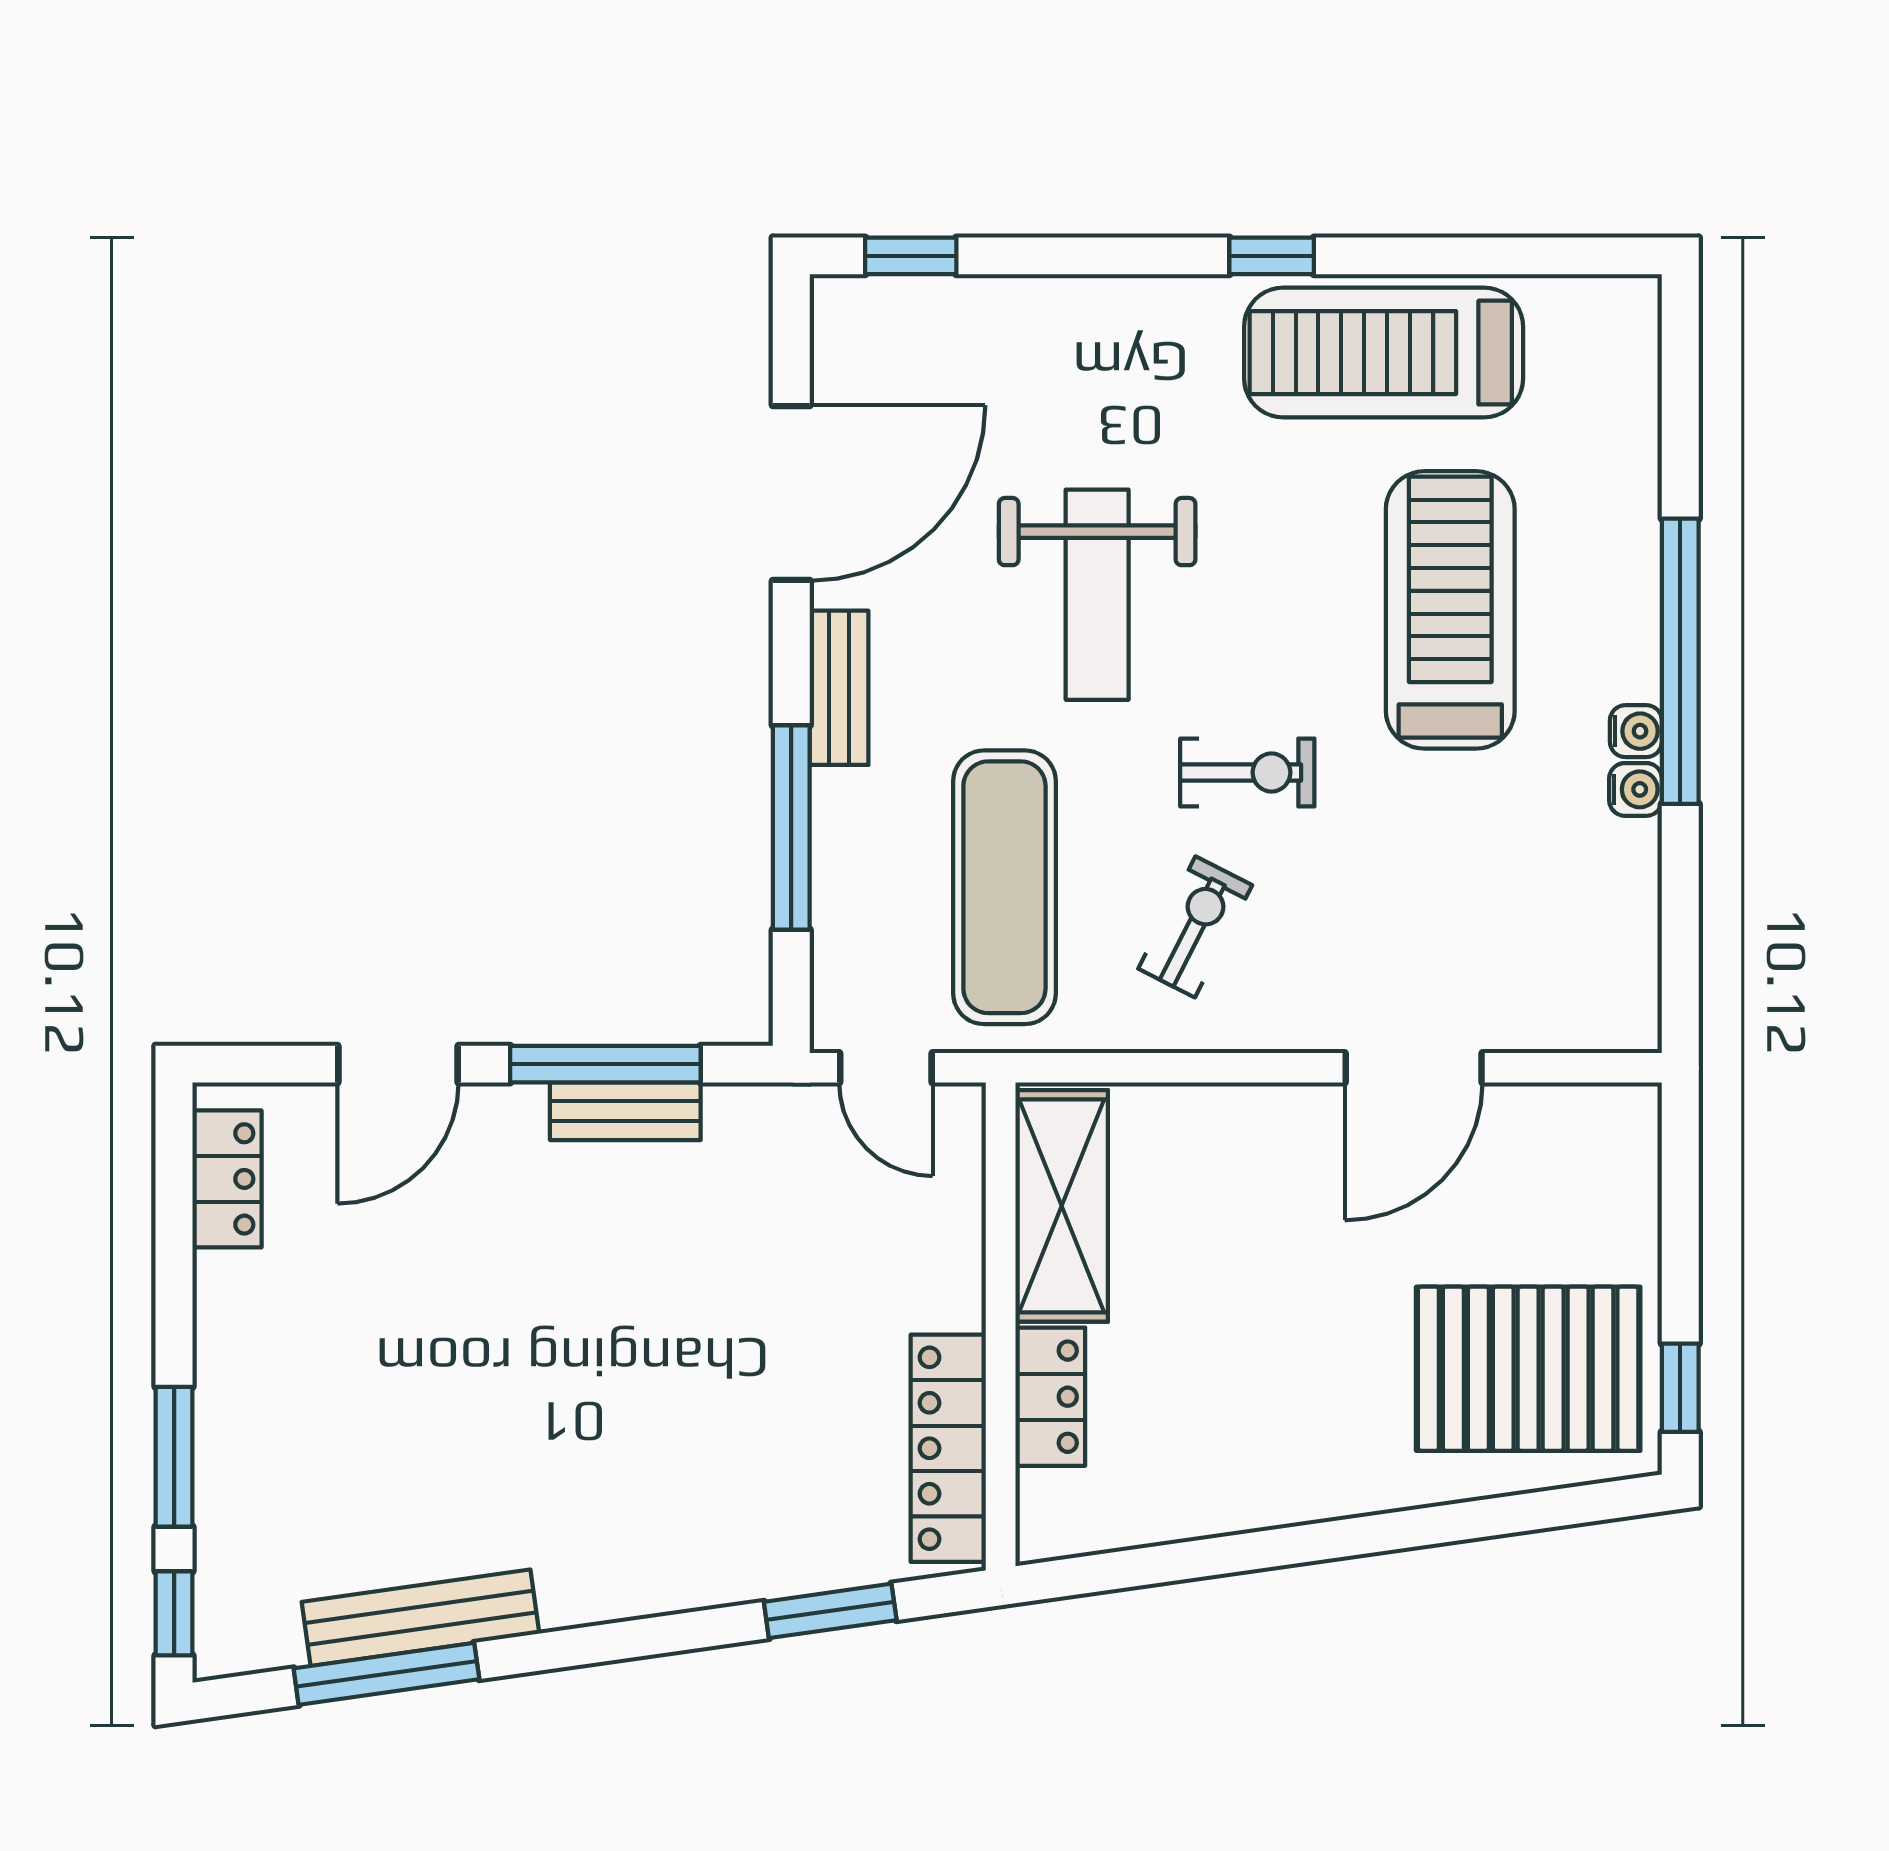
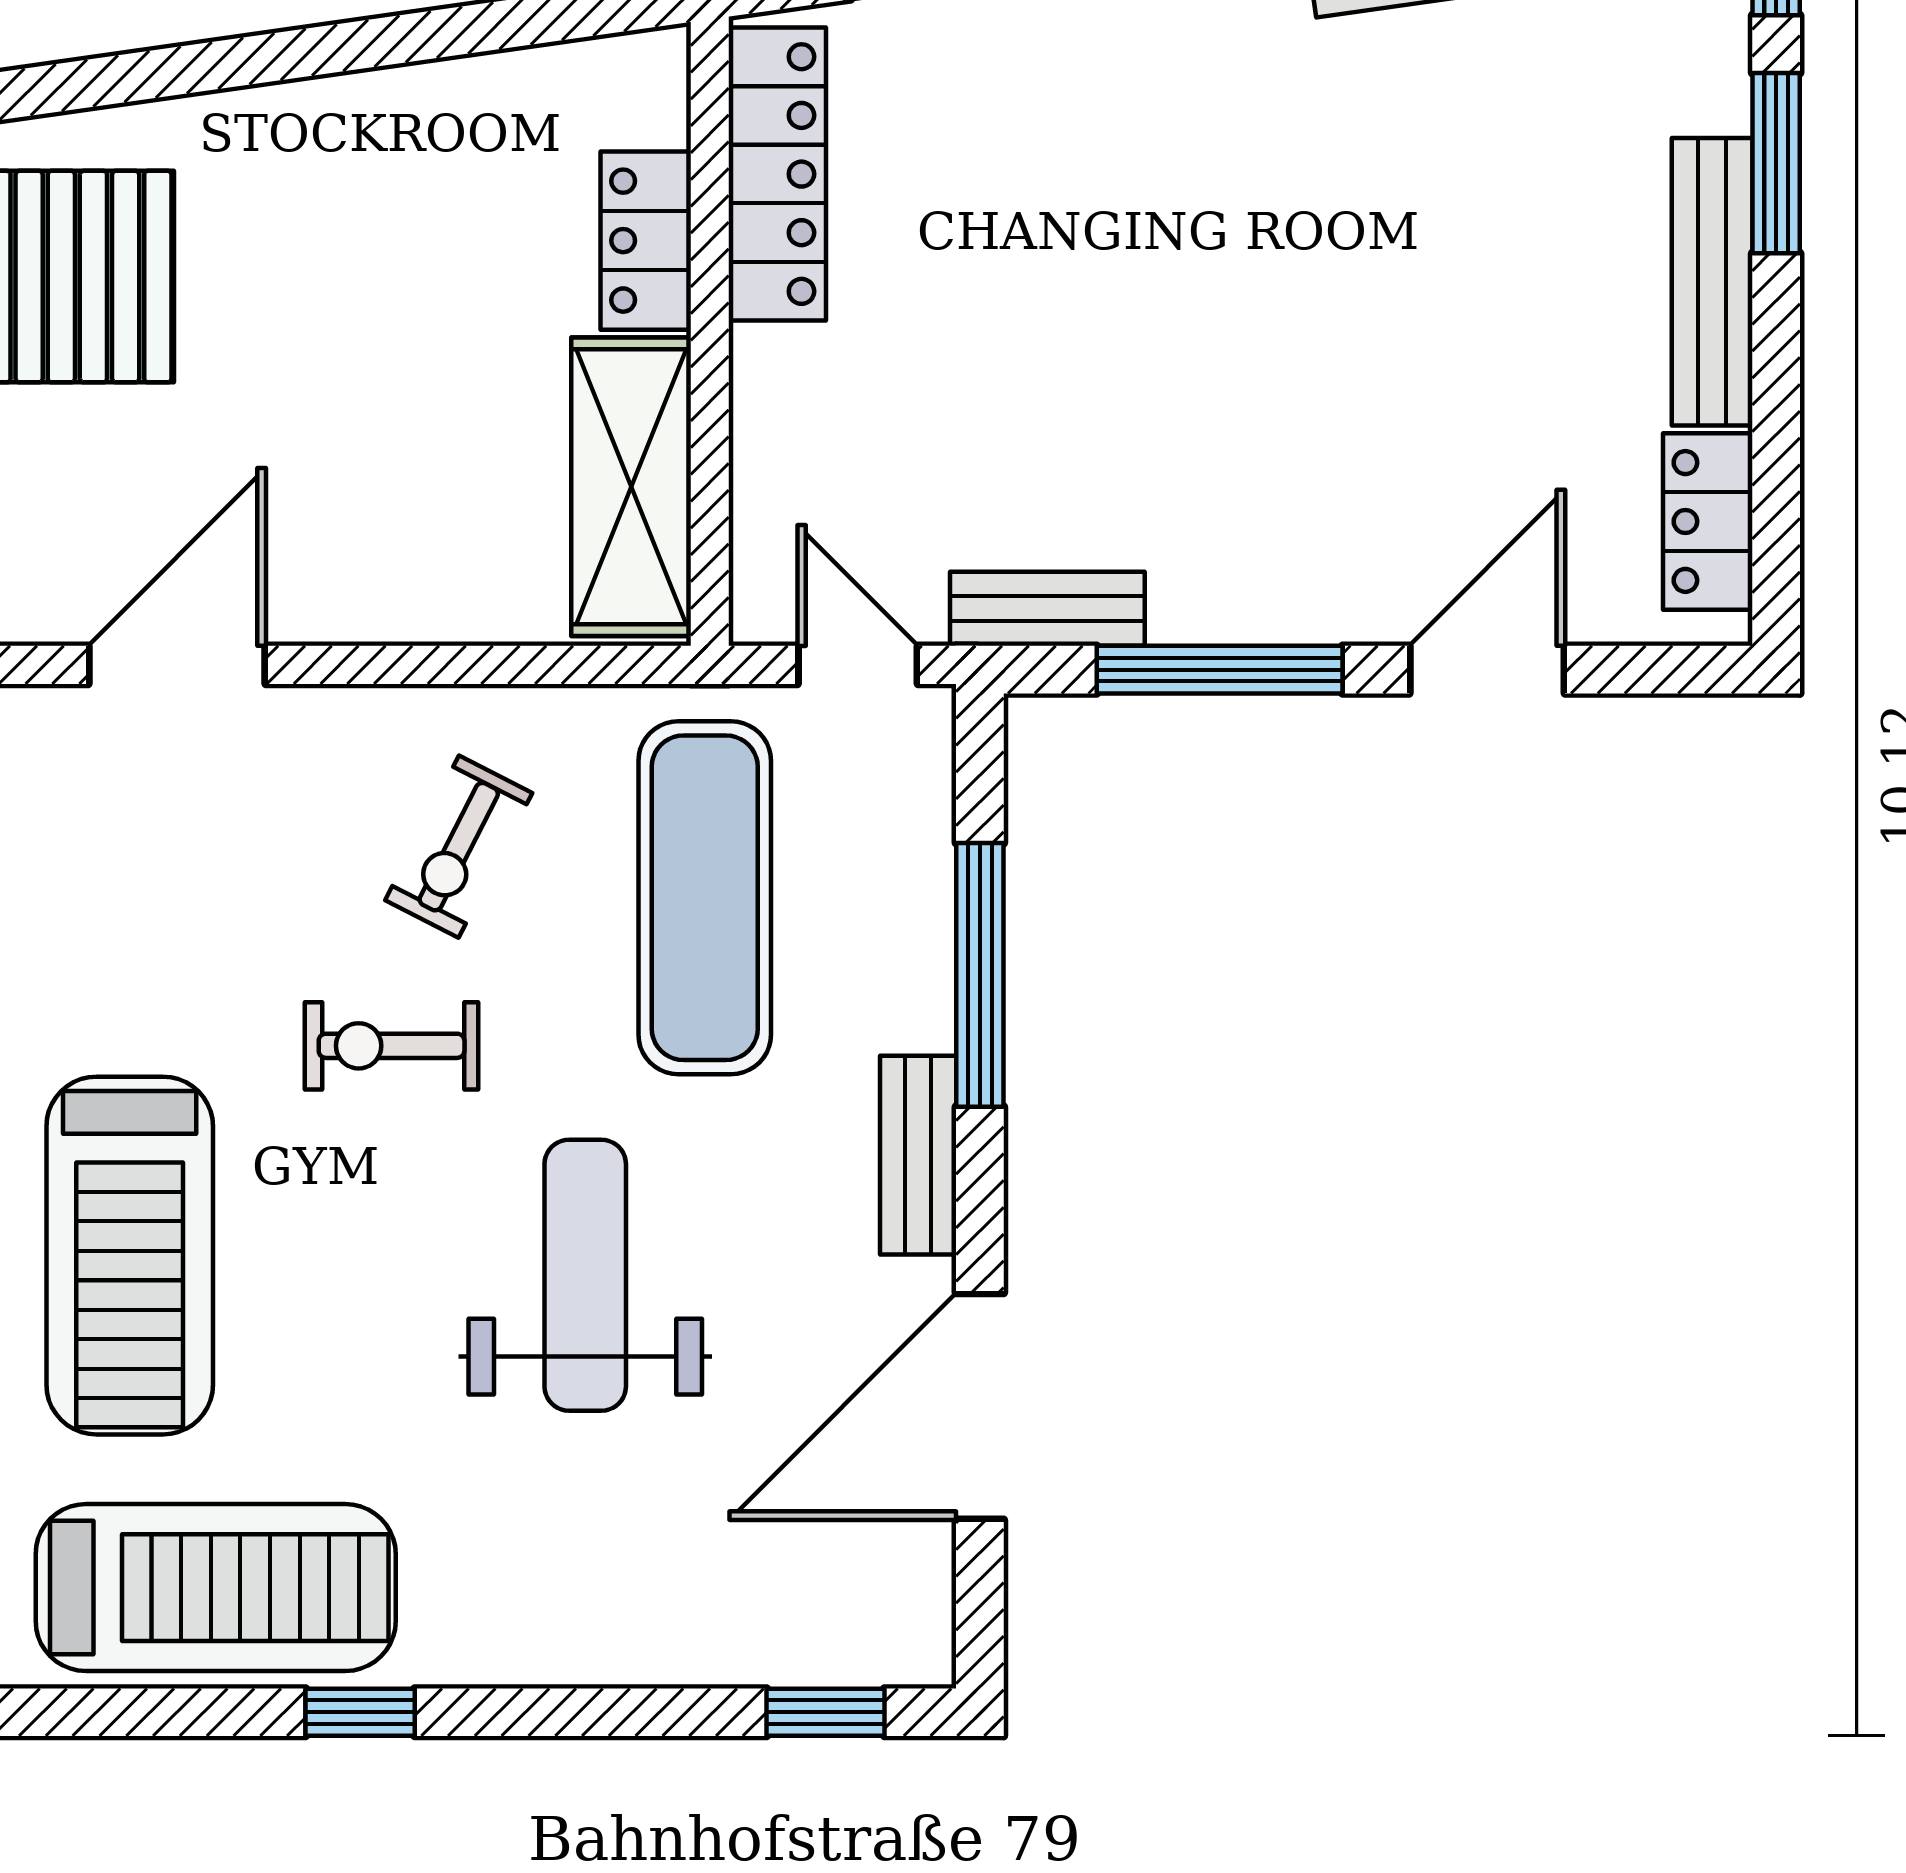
bench: (625, 1111) -> (1047, 609), moved
bench: (224, 1365) -> (1712, 282), added

